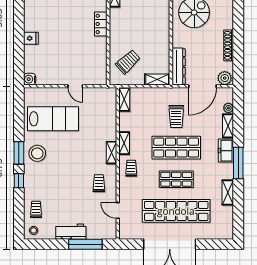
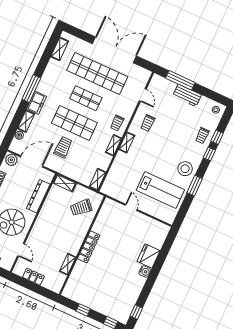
locker: (101, 24) -> (89, 247), width x1.53
fridge: (31, 38) -> (149, 256), width x1.88, depth x1.34
dresser: (179, 67) -> (38, 196), moved
water cooler: (30, 79) -> (145, 272), moved
lab bench: (53, 119) -> (160, 190), turned 180
window: (19, 153) -> (195, 186), moved
shelving: (228, 193) -> (60, 49), moved
window: (19, 202) -> (217, 137), added
trolley: (36, 209) -> (202, 136), moved

